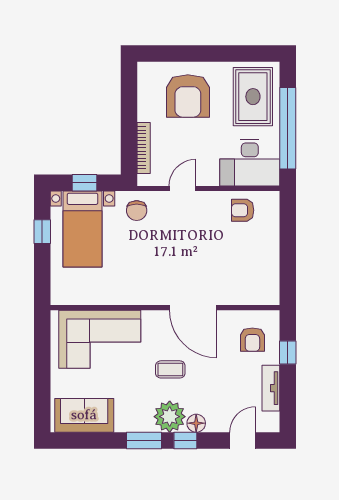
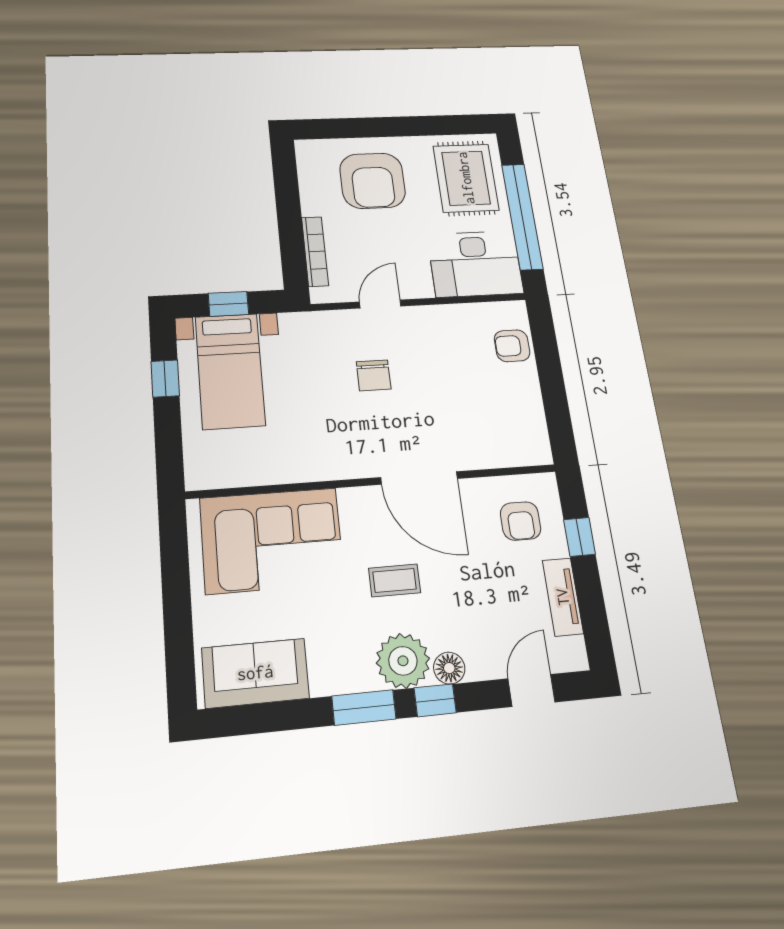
armchair: (243, 210) -> (512, 346), moved
chair: (137, 211) -> (374, 375), moved

